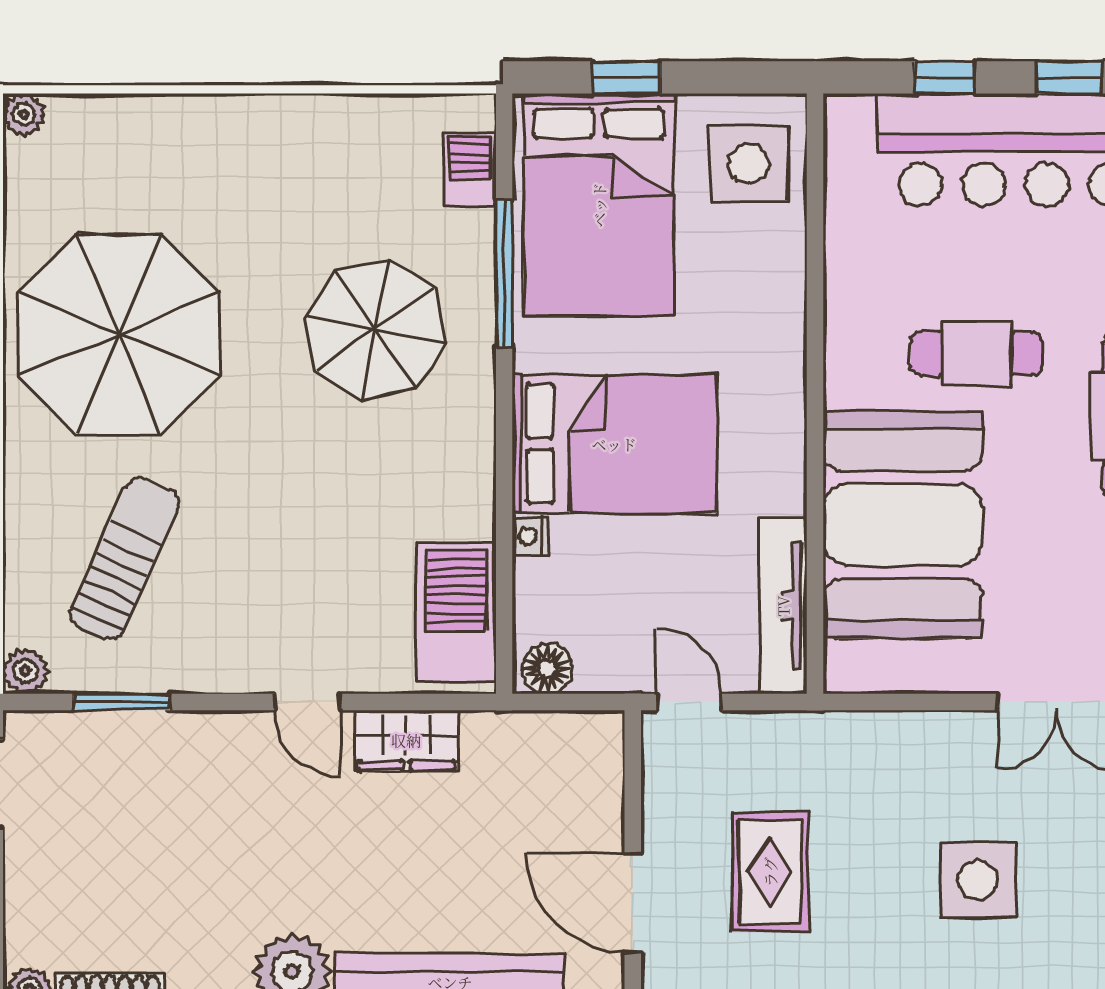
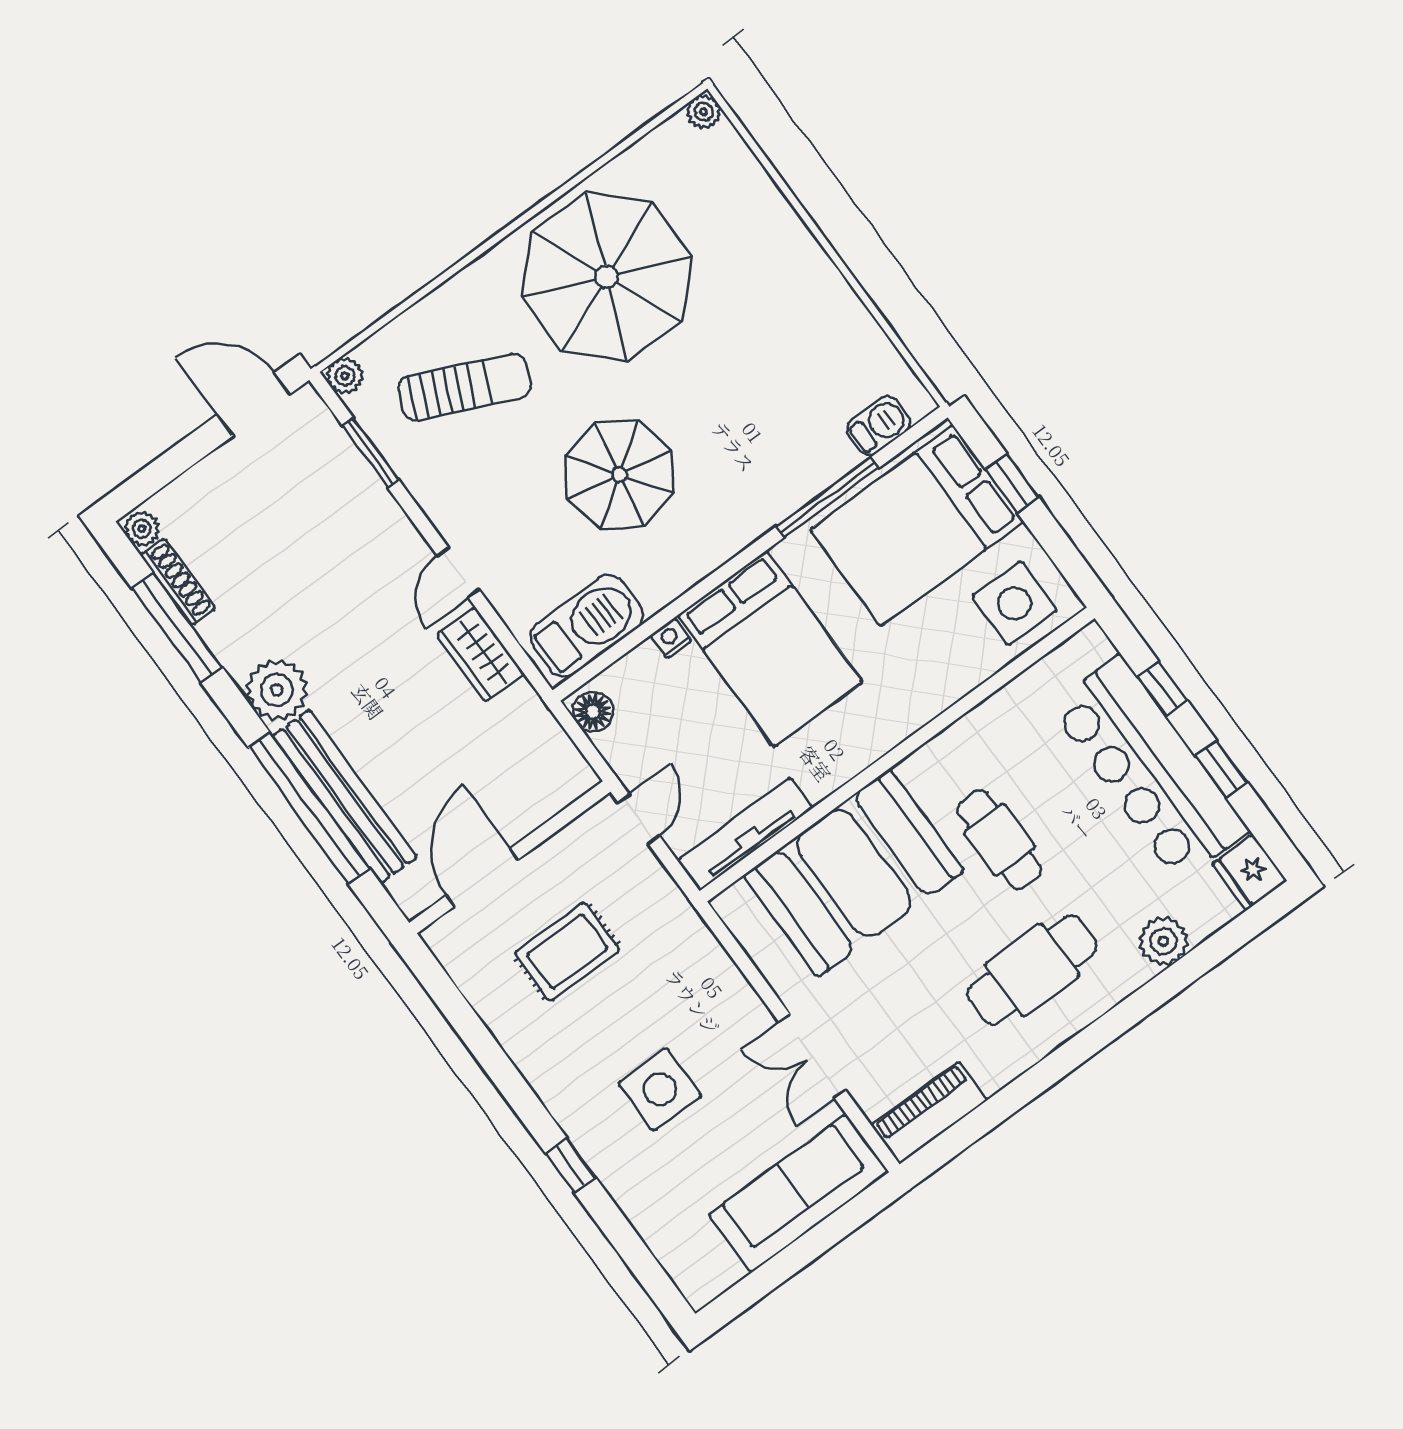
parasol: (375, 330) -> (620, 474), moved

